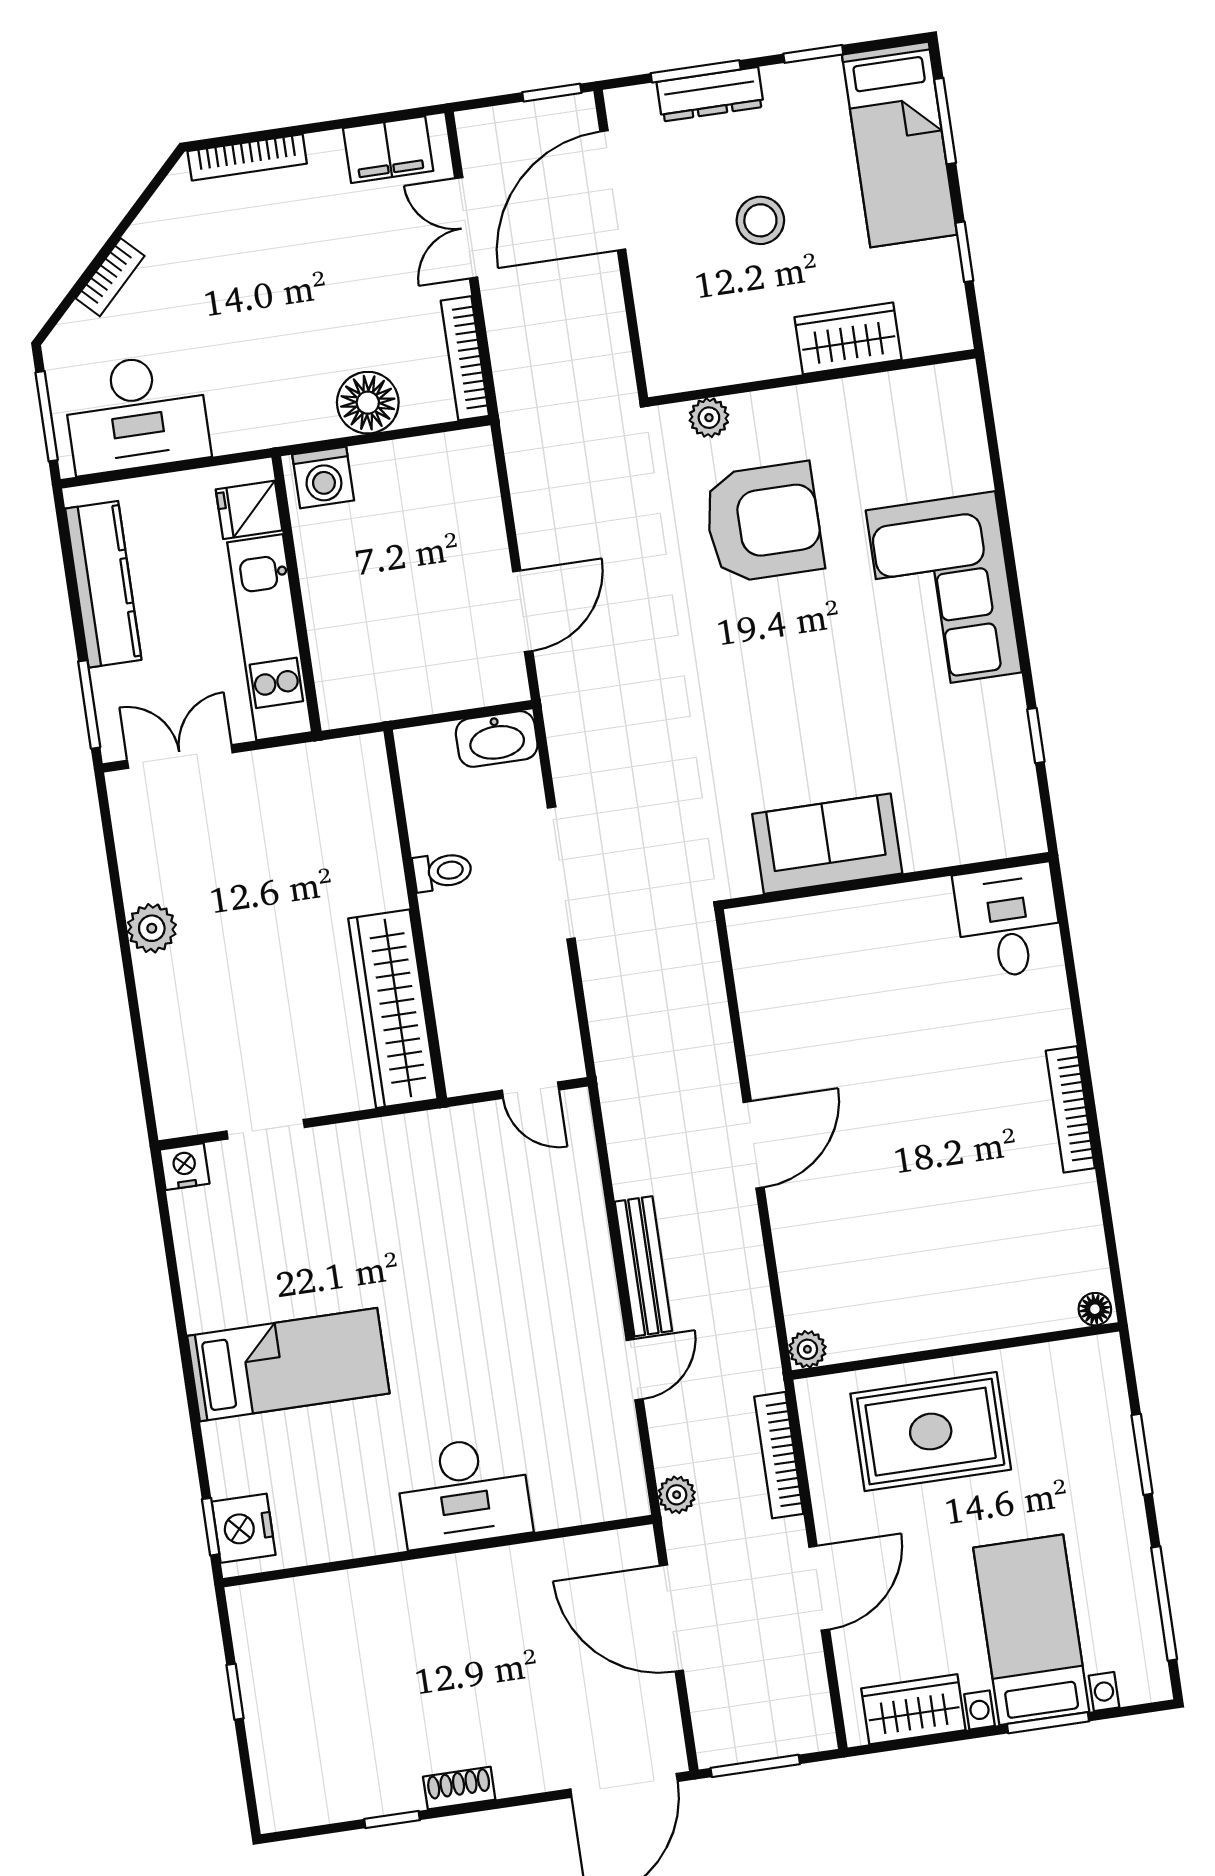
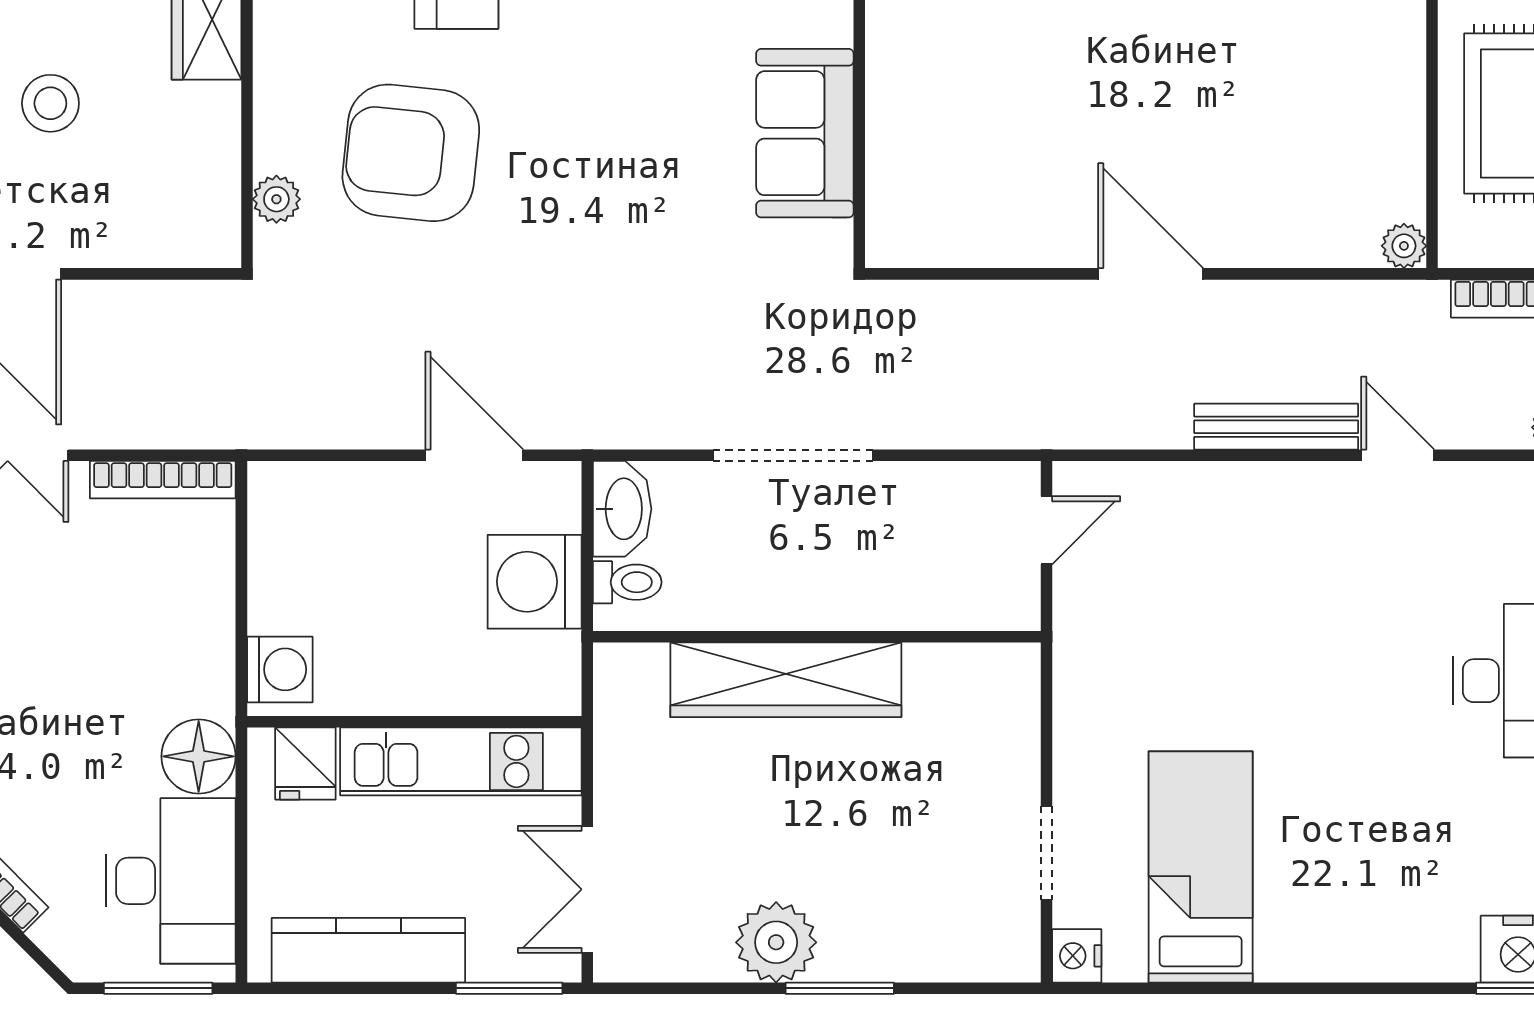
floor lamp: (368, 403) -> (199, 756), moved
armchair: (763, 522) -> (411, 153), turned -84
washing machine: (426, 676) -> (535, 582), added
toilet: (442, 871) -> (627, 582), moved, turned 90
plant: (152, 928) -> (776, 942), width x1.36, depth x1.36
window: (129, 976) -> (840, 988), added
wardrobe: (393, 1009) -> (786, 680), moved
bed: (288, 1365) -> (1201, 867), moved

